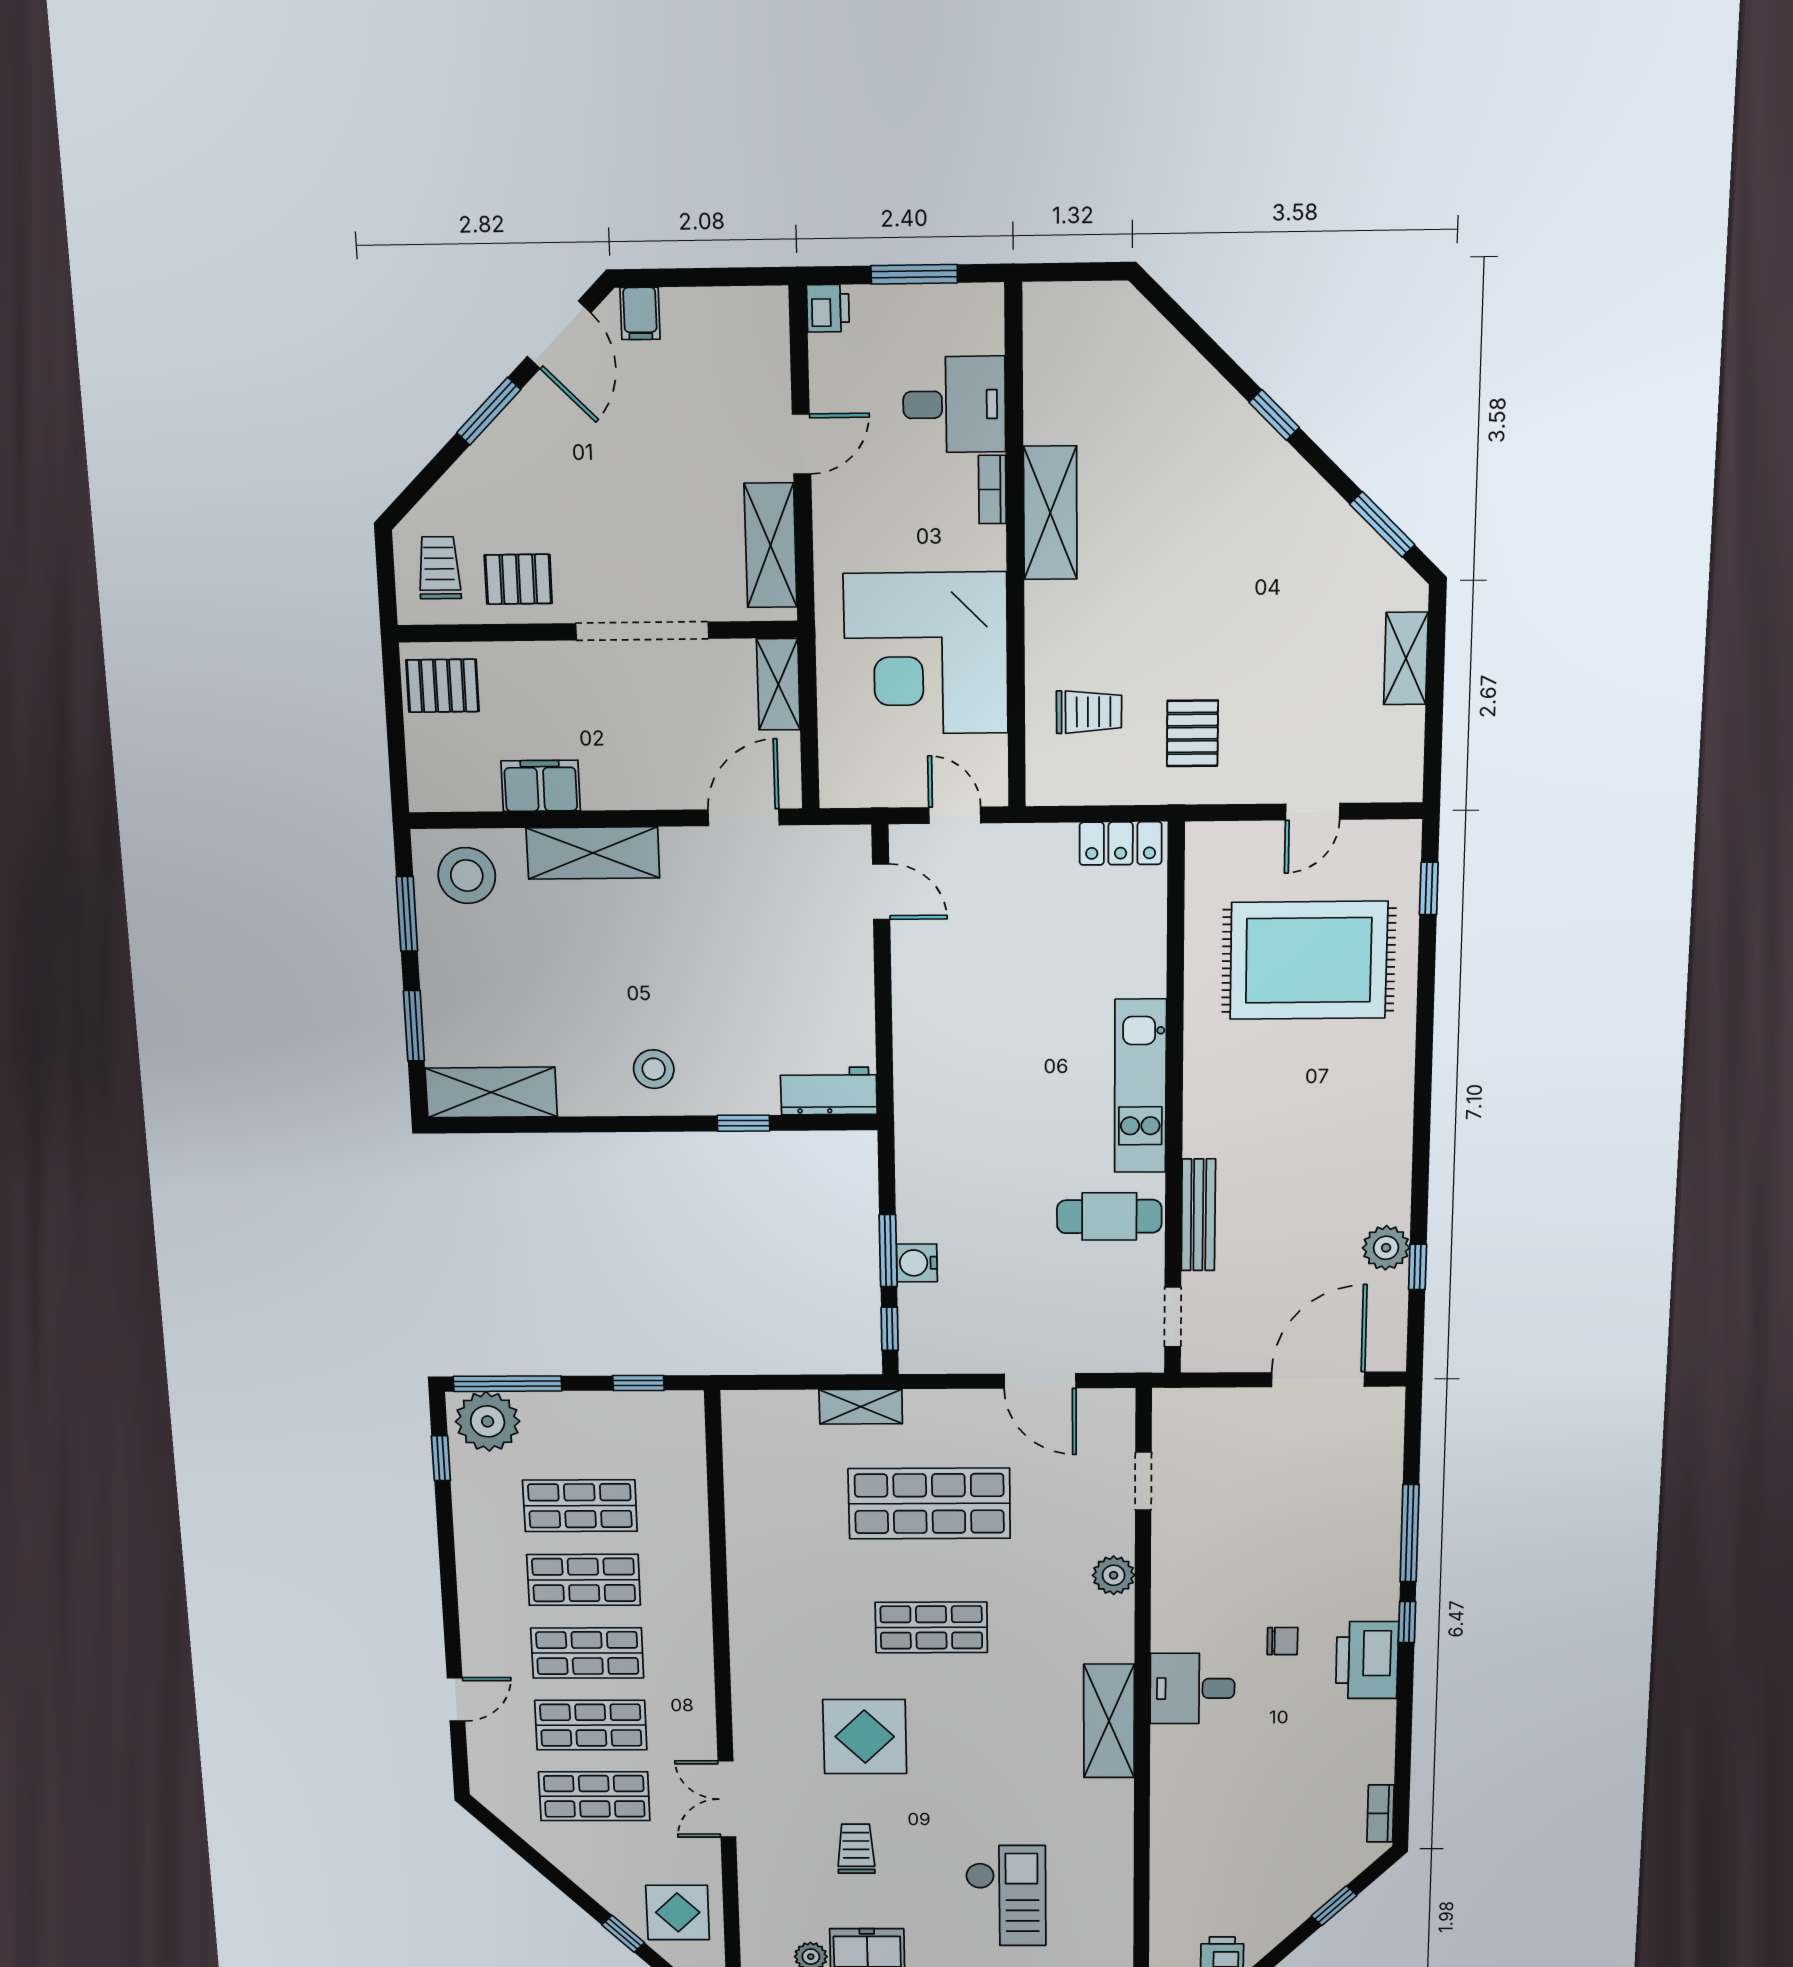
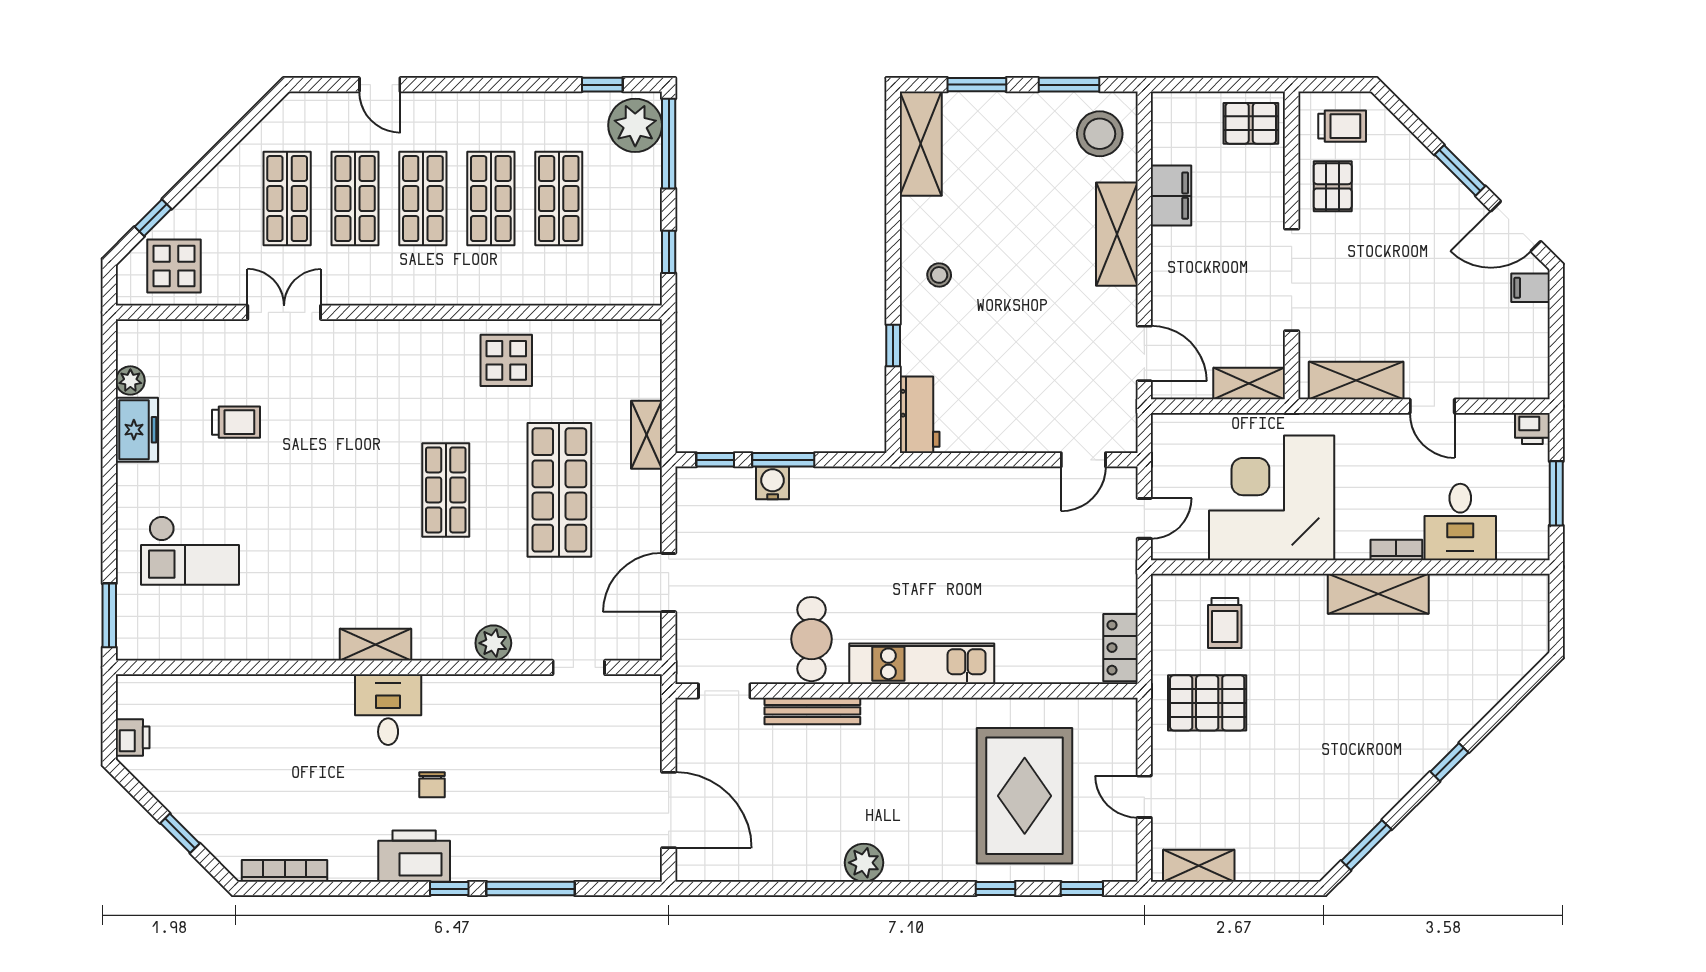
shelving: (1406, 659) -> (1199, 866), moved
pallet: (443, 686) -> (1251, 123), turned 90
pallet: (1192, 733) -> (1207, 703), width x1.50, depth x1.42
stool: (654, 1069) -> (939, 275), width x0.73, depth x0.73
plant: (1386, 1248) -> (864, 863), moved
window: (1418, 1267) -> (996, 889), moved
shelving: (1109, 1721) -> (376, 645), width x0.67, depth x0.75
display table: (865, 1737) -> (506, 360), moved, width x0.73, depth x0.73
bookcase: (1380, 1813) -> (285, 871), width x1.56

